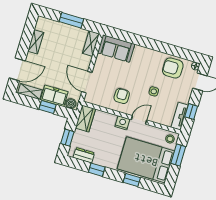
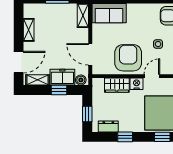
armchair: (122, 96) -> (128, 58), width x1.88, depth x1.88
wardrobe: (85, 119) -> (117, 85), moved, turned 90

